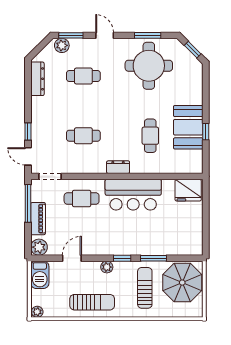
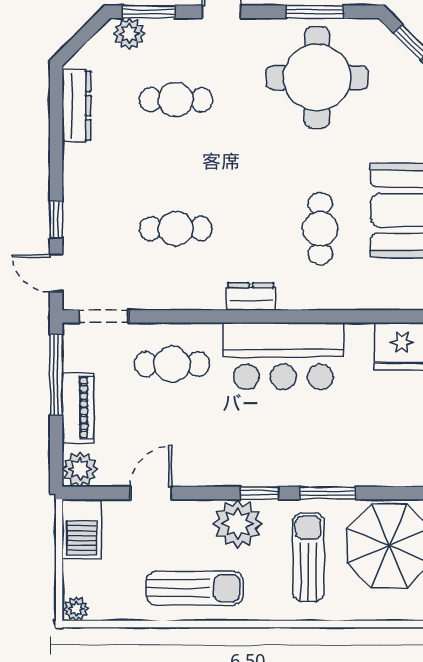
plant: (107, 267) -> (238, 523), width x1.87, depth x1.87

